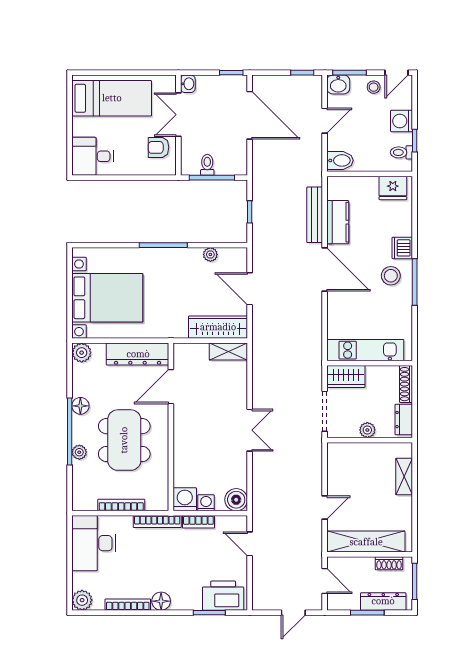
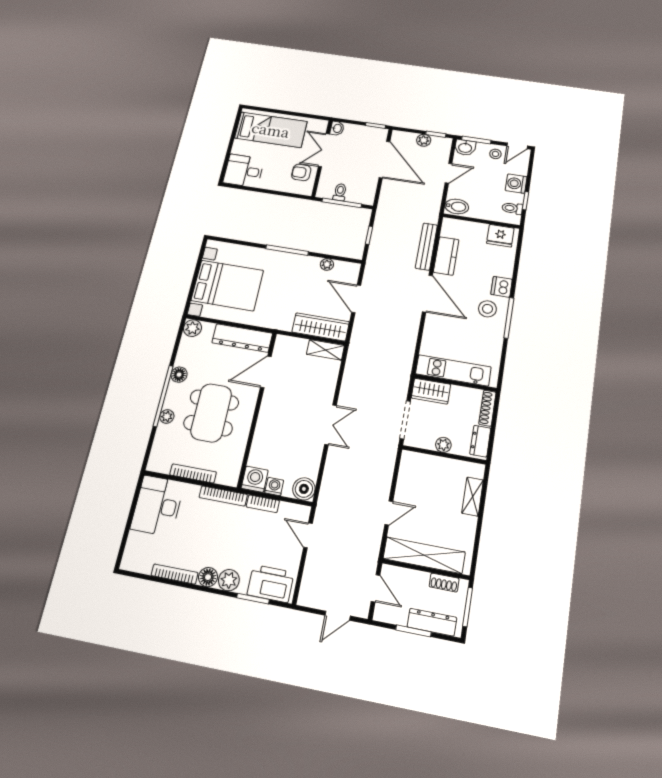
plant: (290, 83) -> (424, 140), added
plant: (82, 600) -> (229, 580), moved

